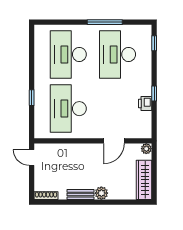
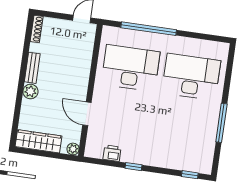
desk: (117, 54) -> (183, 132), removed
window: (32, 98) -> (149, 29), width x3.17
printer: (145, 103) -> (112, 153), moved

